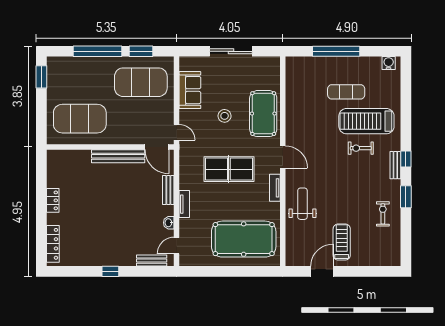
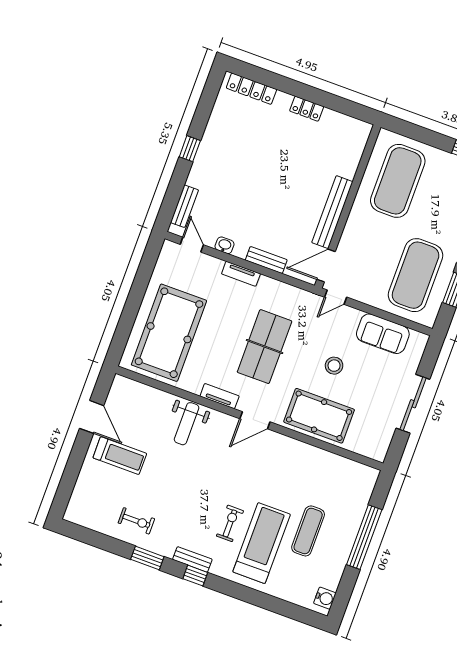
weight bench: (302, 204) -> (187, 424), turned 90

